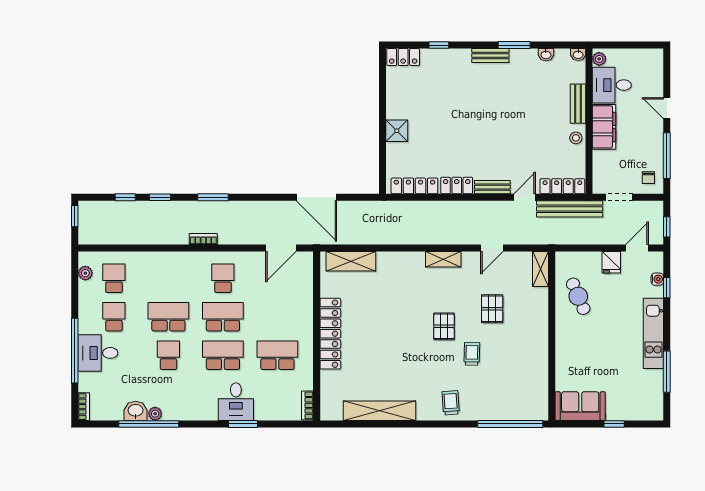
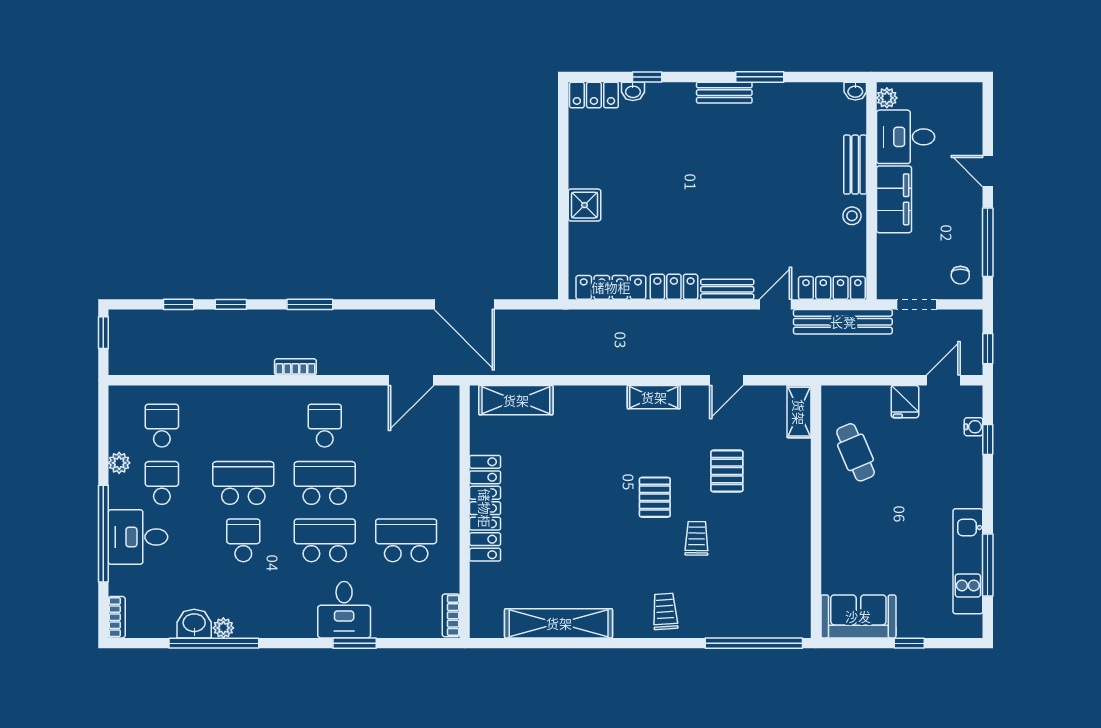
washbasin: (546, 55) -> (633, 91), moved
plant: (85, 273) -> (119, 463), moved
kitchen unit: (653, 333) -> (968, 561), moved

